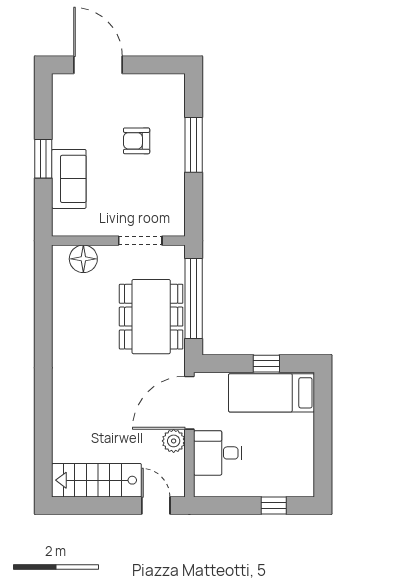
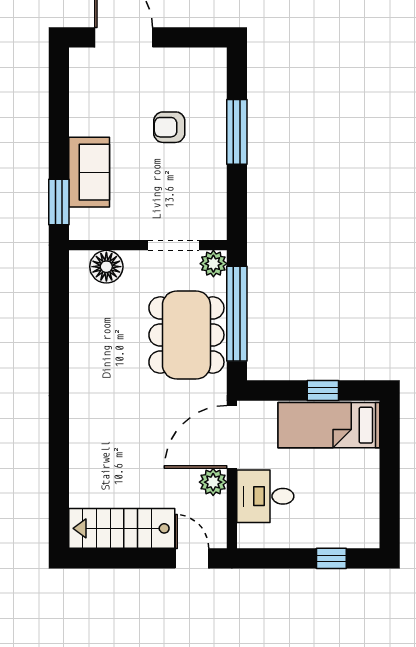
window: (43, 159) -> (59, 202), moved
plant: (174, 256) -> (213, 264), added

